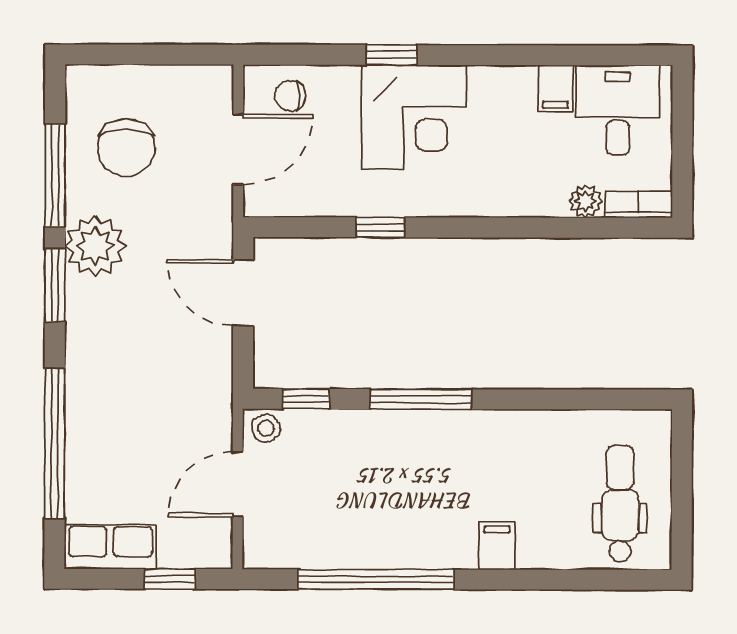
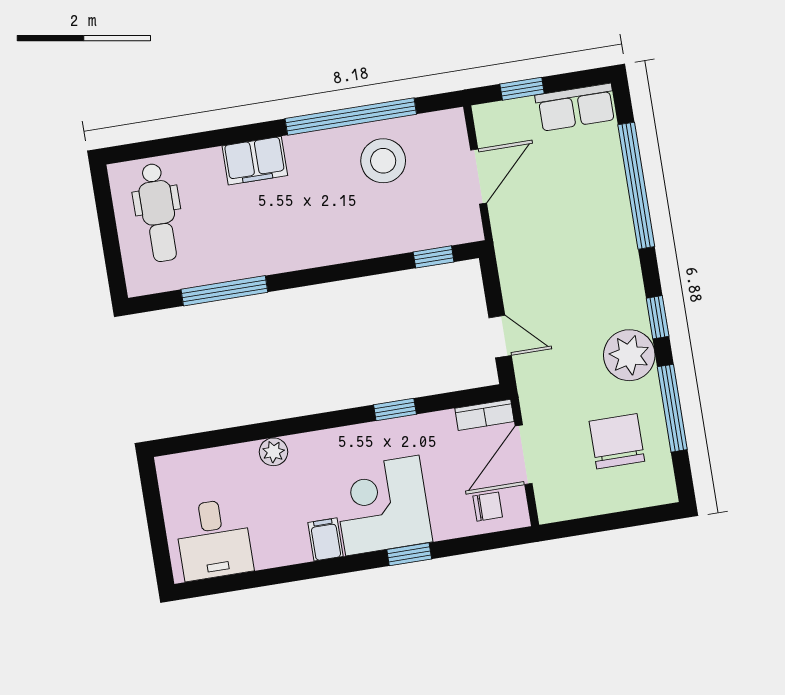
filing cabinet: (556, 88) -> (326, 539), moved
plant: (585, 201) -> (273, 452), moved
bookcase: (639, 204) -> (485, 415), moved
window: (55, 285) -> (658, 317), width x0.67
door: (243, 293) -> (500, 337), width x0.73
window: (421, 399) -> (224, 291), moved
stool: (266, 428) -> (383, 161), moved, width x1.89, depth x1.89
filing cabinet: (497, 546) -> (255, 161), width x2.00

